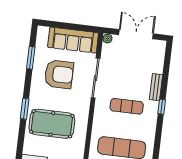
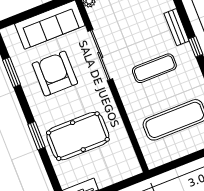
armchair: (59, 74) -> (55, 74), turned -90

